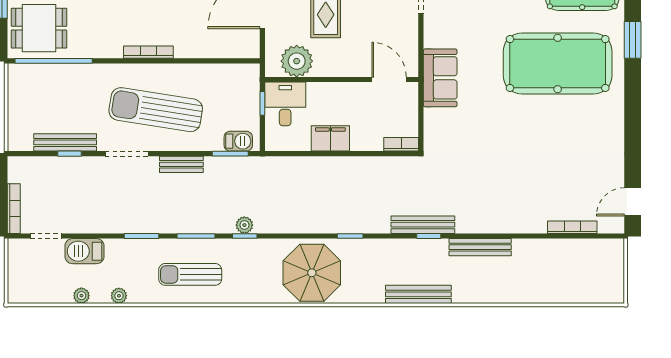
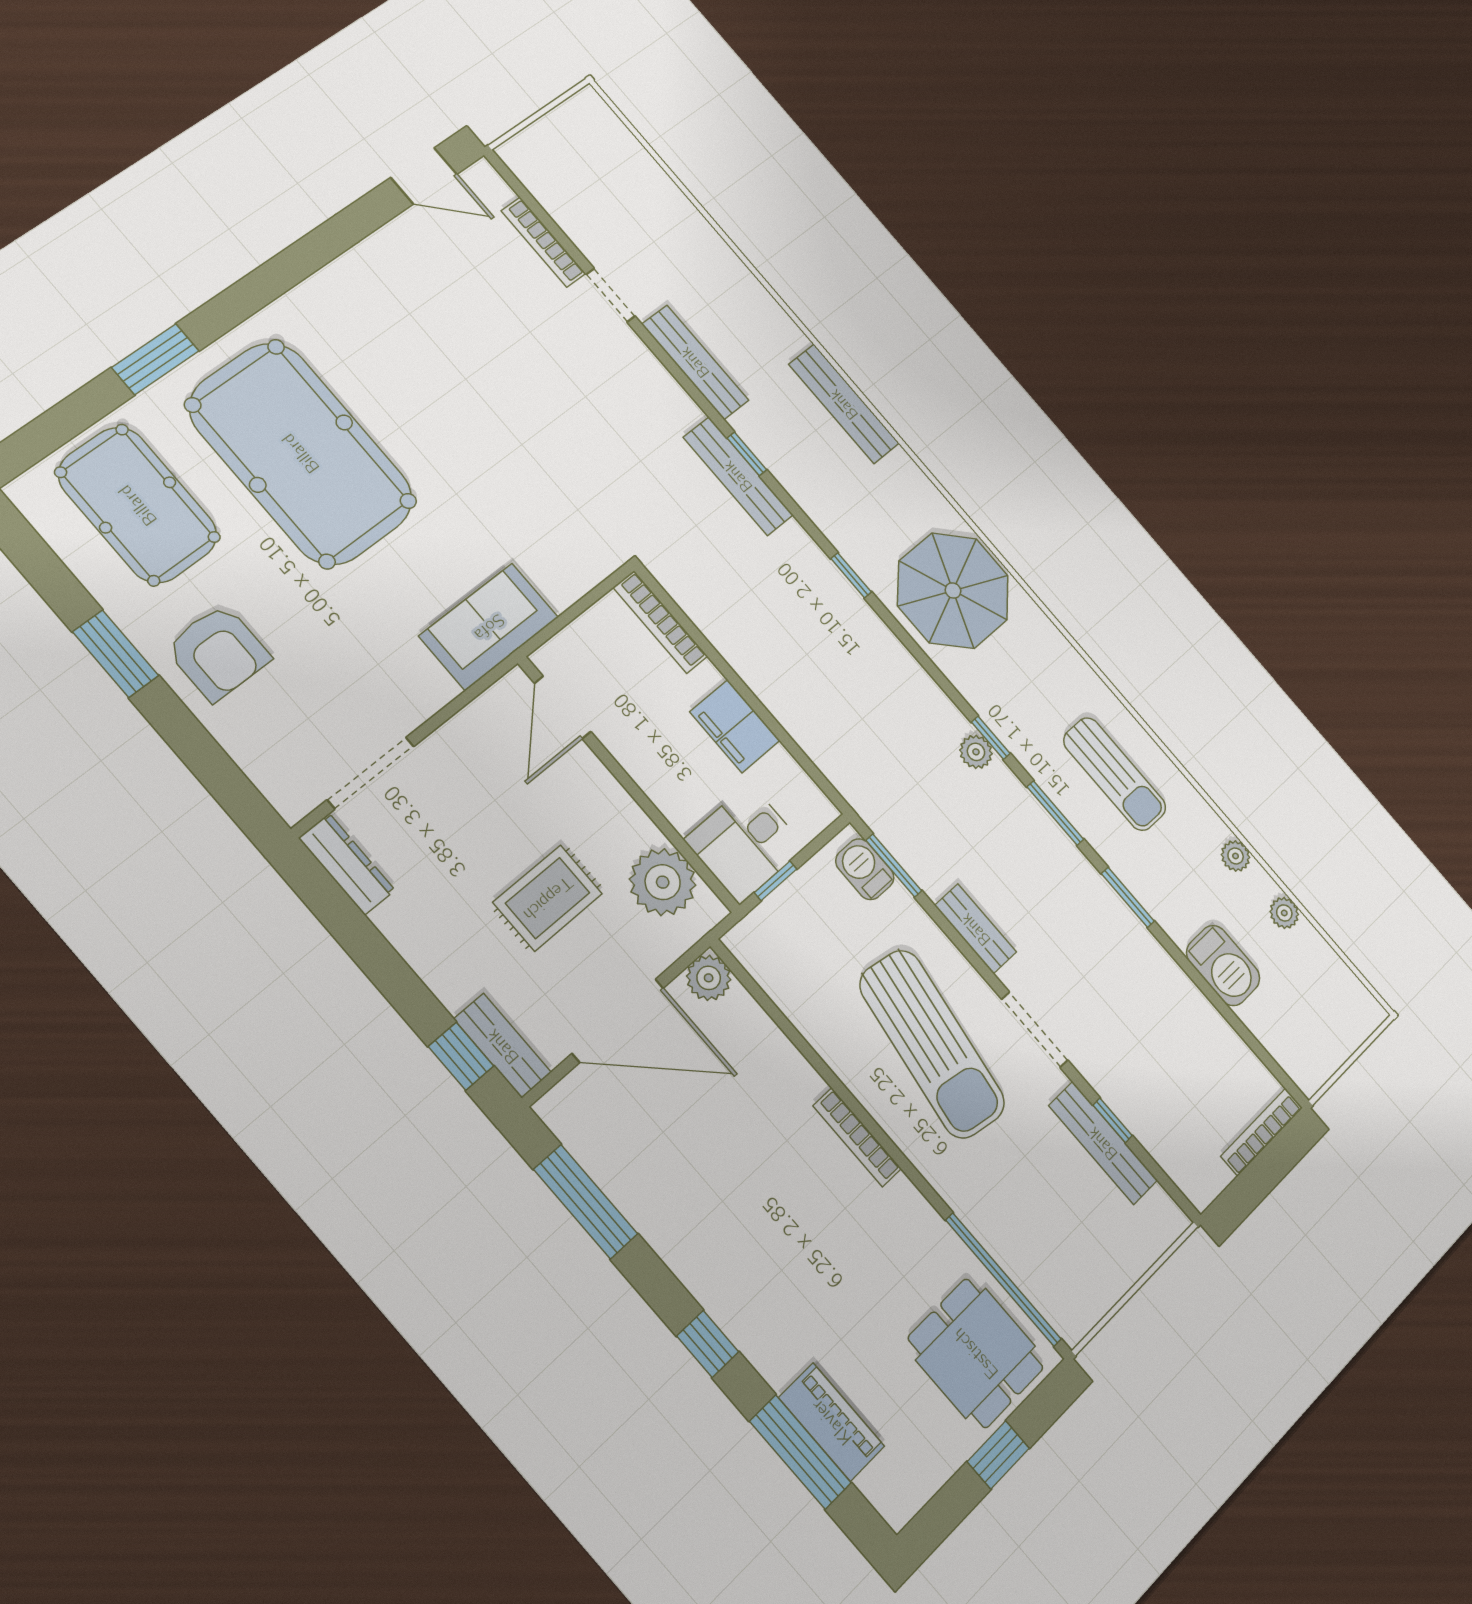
plant: (249, 48) -> (709, 978), added
bookcase: (401, 144) -> (660, 622), width x1.56
doorway: (46, 236) -> (611, 295), moved

